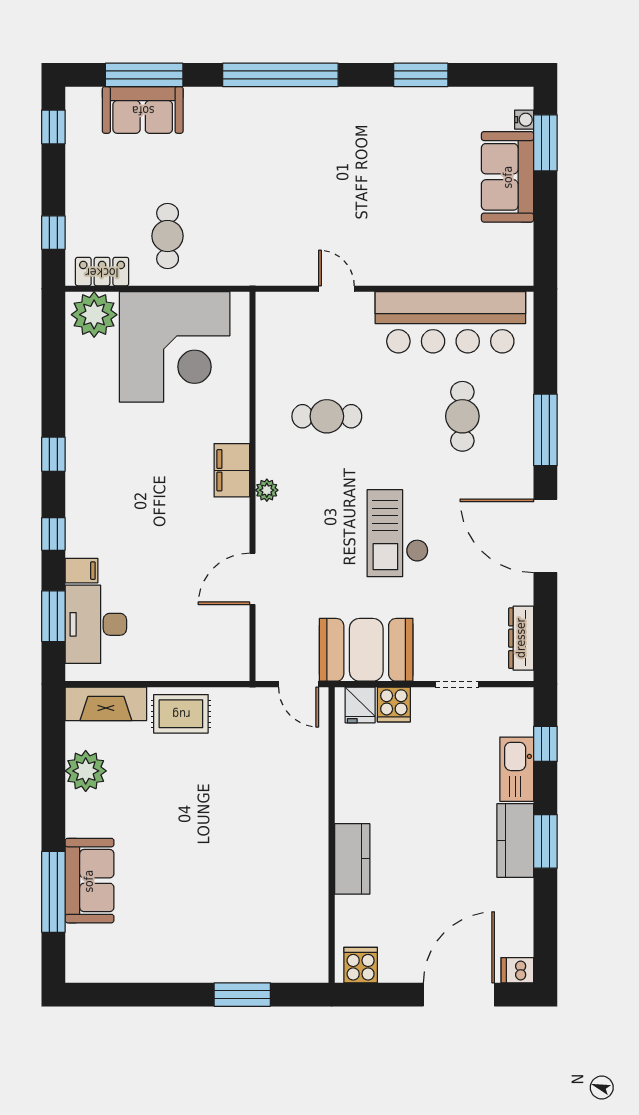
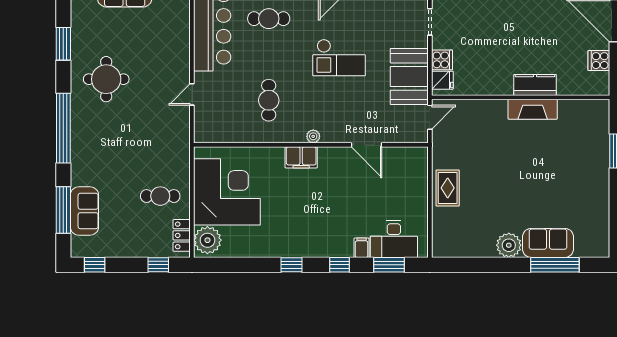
round table: (362, 146) -> (106, 79), added
fireplace: (106, 704) -> (533, 109), moved, turned 90
plant: (86, 771) -> (509, 245), moved
cooker: (361, 965) -> (599, 61), moved

